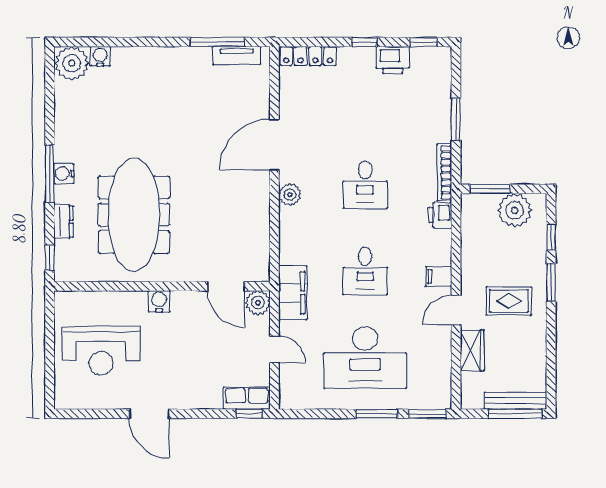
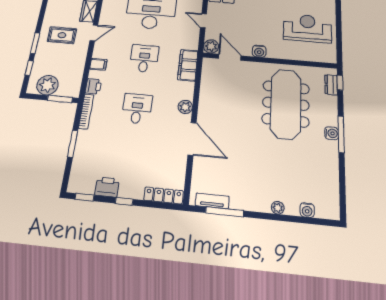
plant: (72, 63) -> (278, 208), moved, width x0.53, depth x0.53
door: (274, 145) -> (192, 139), hinge flipped
dresser: (63, 222) -> (331, 85), moved
filing cabinet: (439, 276) -> (98, 64), moved
filing cabinet: (293, 293) -> (188, 65), moved
water cooler: (159, 301) -> (259, 51), moved

